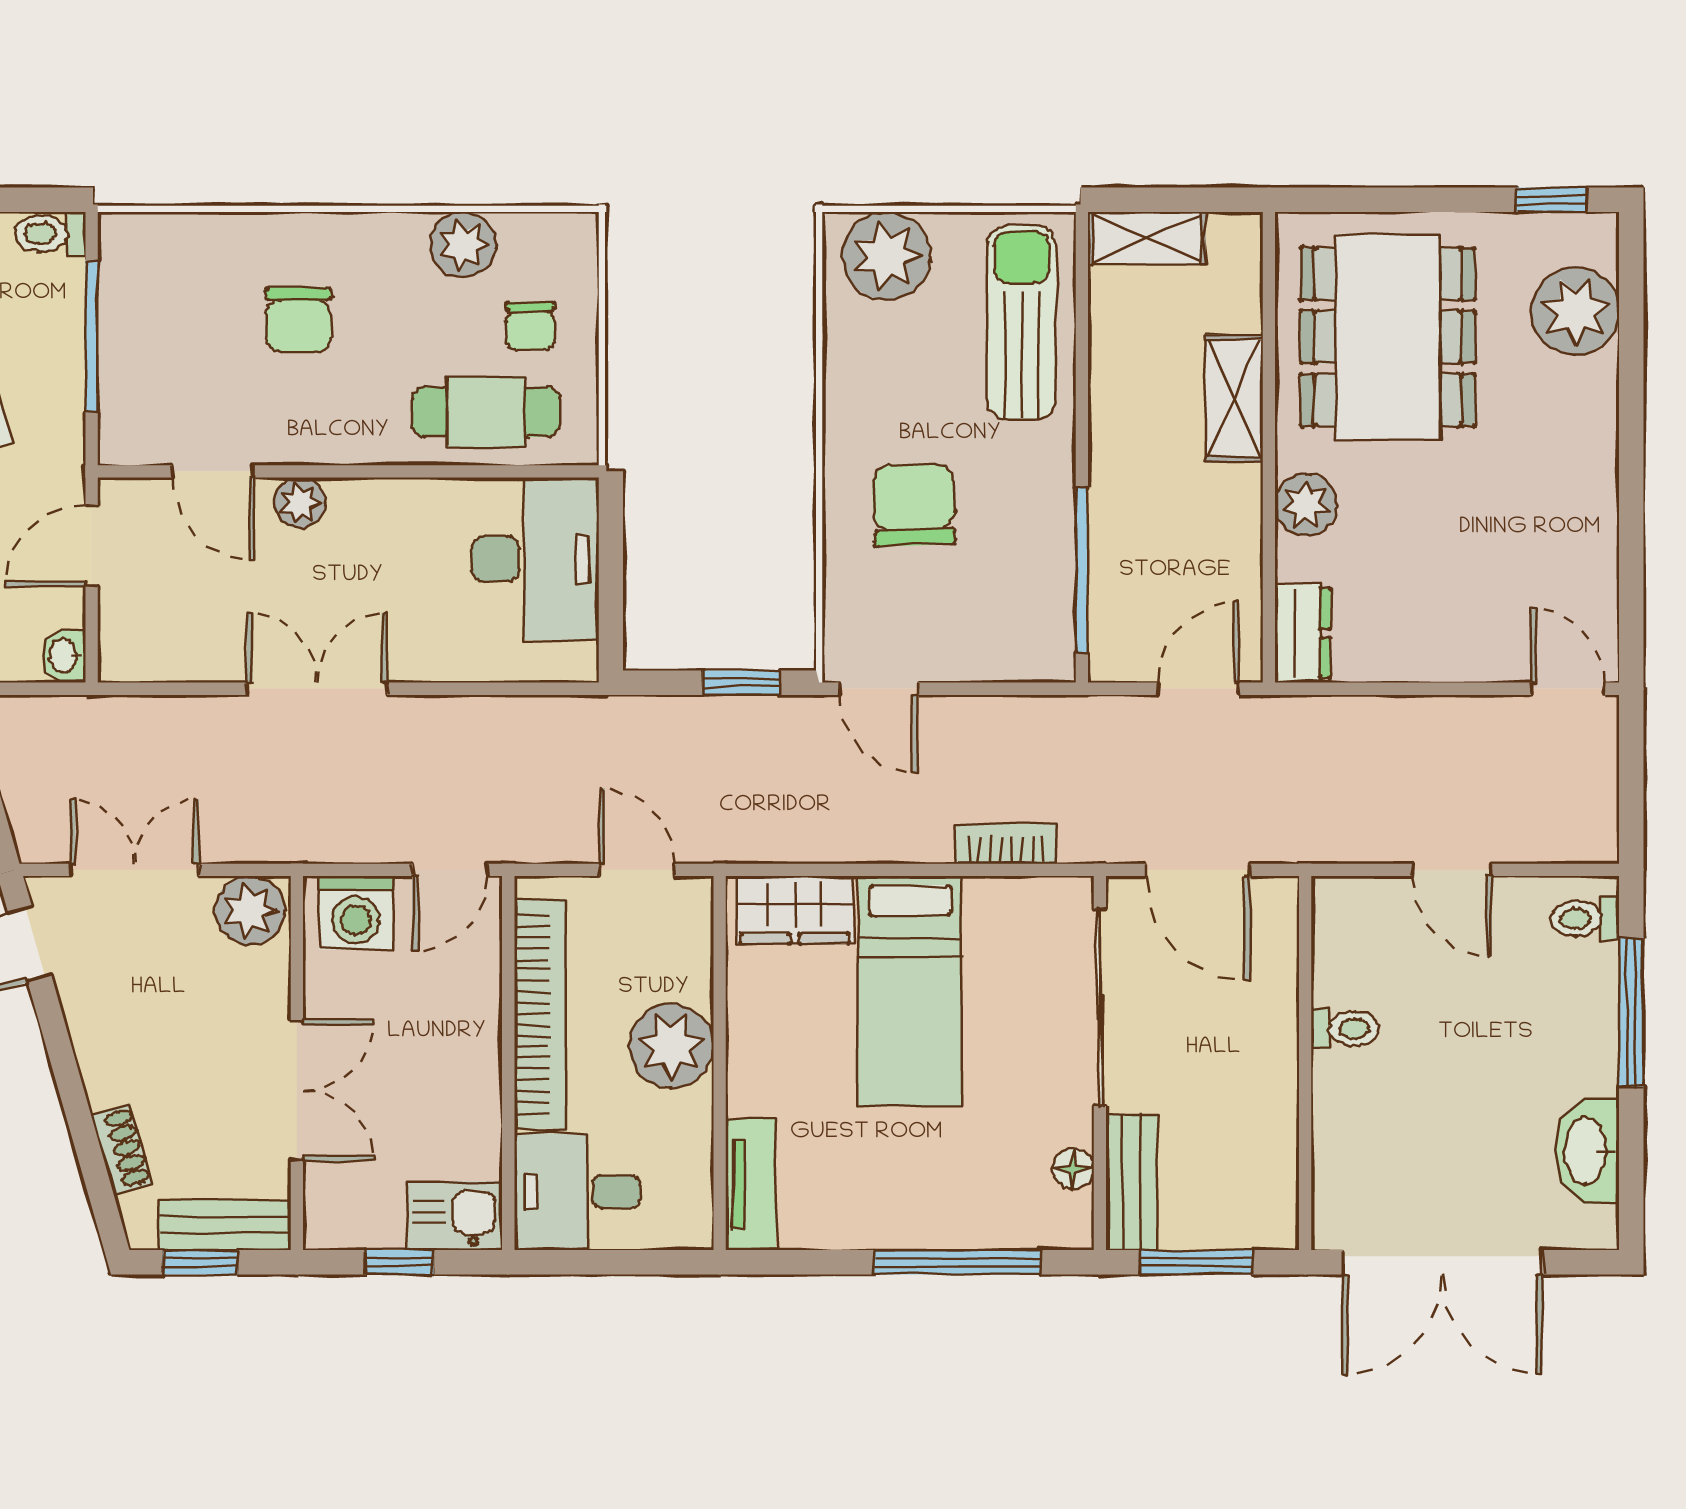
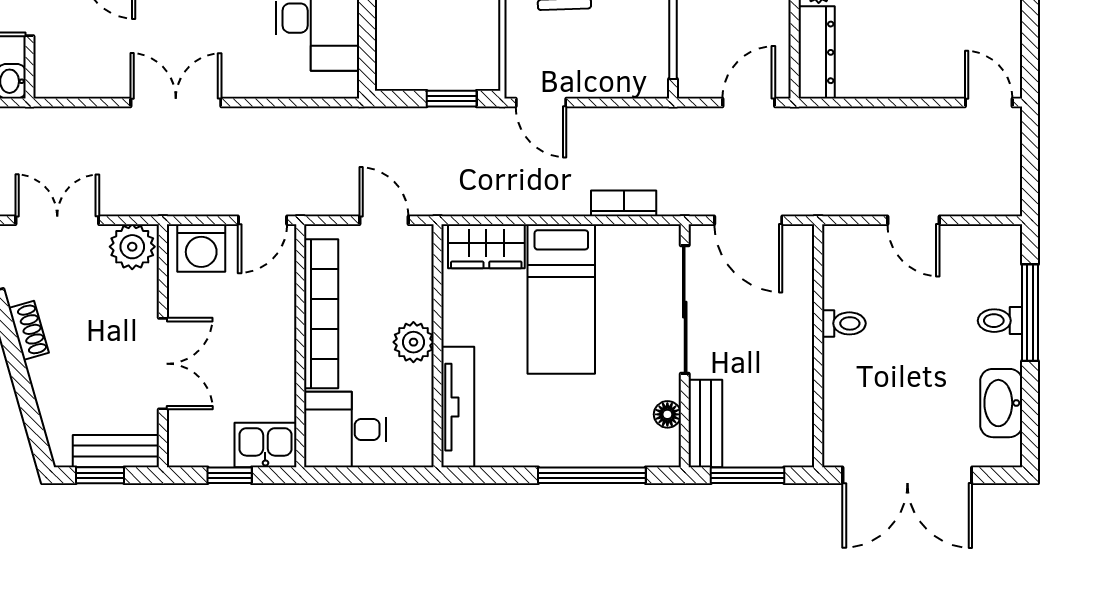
dresser: (1303, 633) -> (817, 52), width x1.44
toilet: (1585, 919) -> (1000, 321), moved
plant: (671, 1046) -> (413, 342), width x0.73, depth x0.73
shoe rack: (122, 1149) -> (29, 330), moved
tv unit: (751, 1184) -> (458, 407), width x1.41

